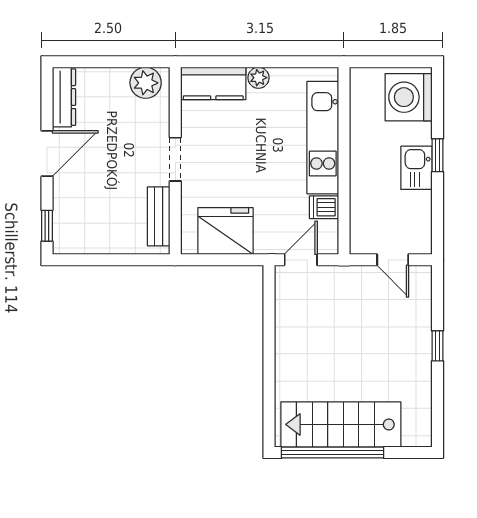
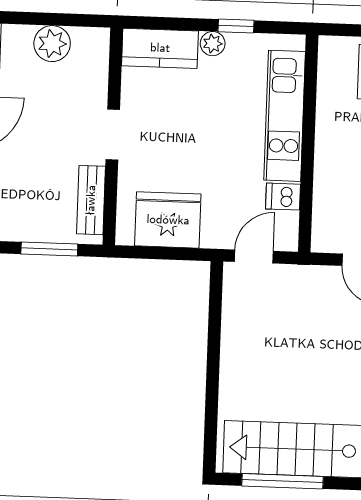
window: (278, 62) -> (236, 26), added
plant: (146, 83) -> (52, 44), moved
window: (124, 260) -> (49, 249), added
window: (333, 452) -> (283, 481), width x0.68

